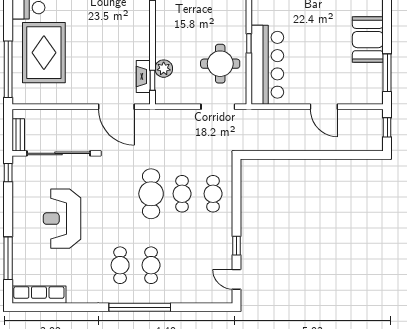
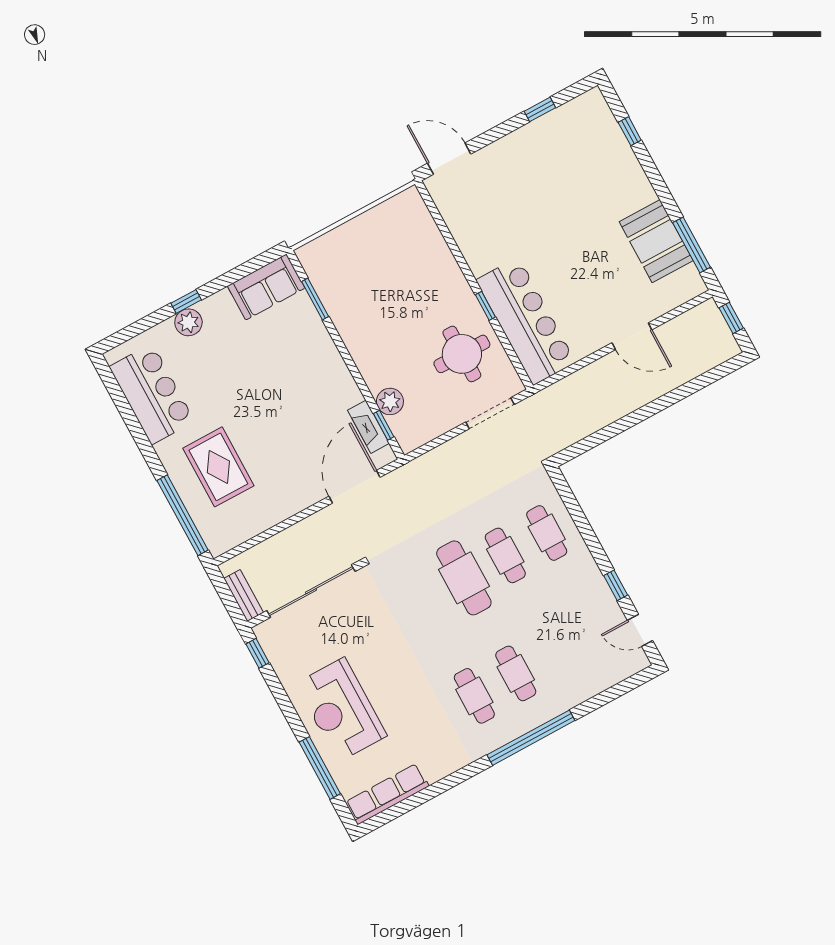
booth: (368, 40) -> (656, 241), moved
rug: (44, 53) -> (218, 467), width x0.73, depth x0.69
door: (116, 107) -> (355, 487), swing flipped
reception desk: (62, 219) -> (341, 710), moved

